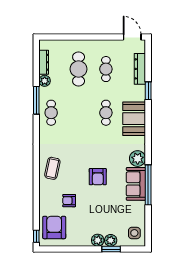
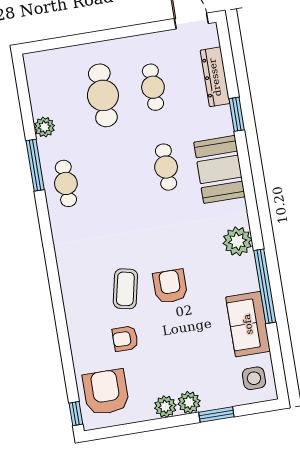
dresser: (44, 62) -> (37, 93), removed
coffee table: (52, 168) -> (125, 289), moved
armchair: (98, 177) -> (170, 286), turned 180
sofa: (136, 184) -> (248, 324), moved
plant: (111, 240) -> (165, 407), moved

